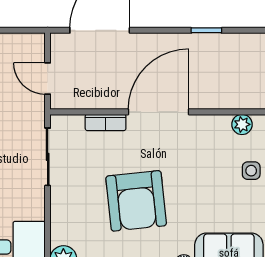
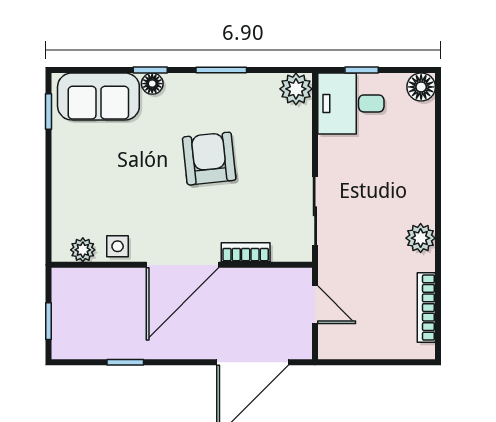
side table: (251, 171) -> (118, 246), moved
armchair: (136, 201) -> (209, 159), width x0.73, depth x0.73

